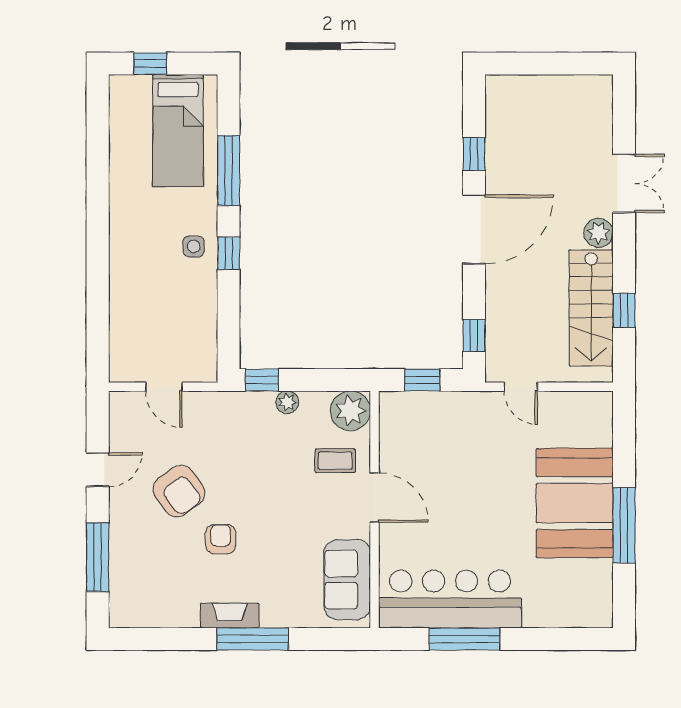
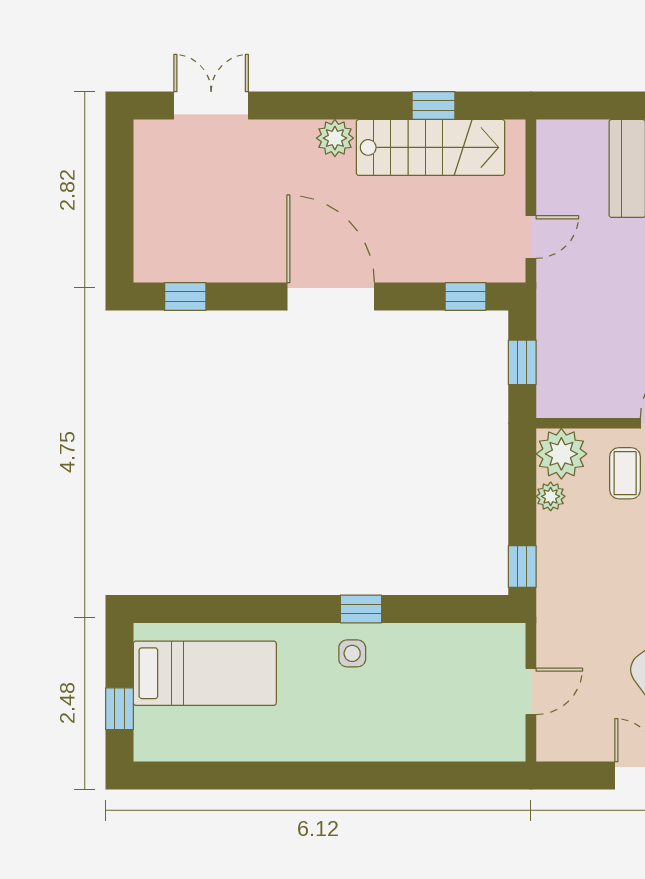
window: (474, 154) -> (185, 297), moved
window: (229, 170) -> (256, 609), removed
double door: (624, 183) -> (211, 106), moved
plant: (287, 402) -> (551, 496), moved

